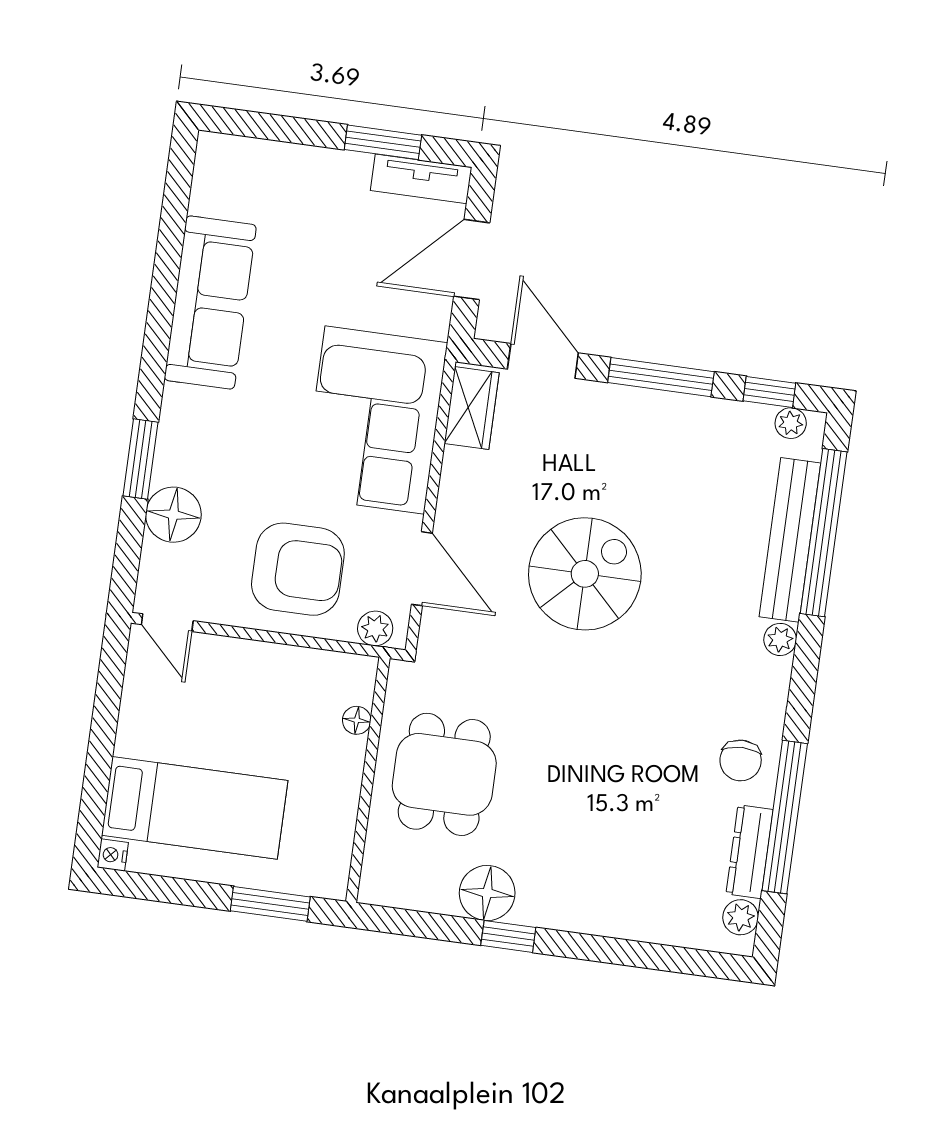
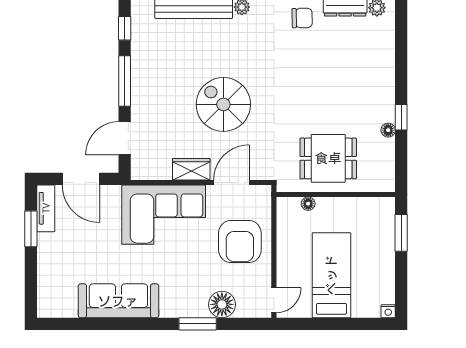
wardrobe: (472, 408) -> (191, 169), moved
plant: (791, 423) -> (138, 16), removed
armchair: (298, 569) -> (240, 242), turned 180
plant: (375, 628) -> (263, 201), removed
bed: (195, 808) -> (331, 275), moved
floor lamp: (487, 893) -> (388, 130), width x0.53, depth x0.53

